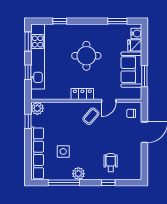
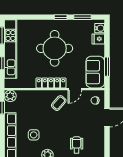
window: (60, 21) -> (61, 17), moved
round table: (86, 56) -> (55, 48), width x1.36, depth x1.36
sofa: (131, 70) -> (95, 72), moved
locker: (82, 94) -> (51, 83), width x1.53

